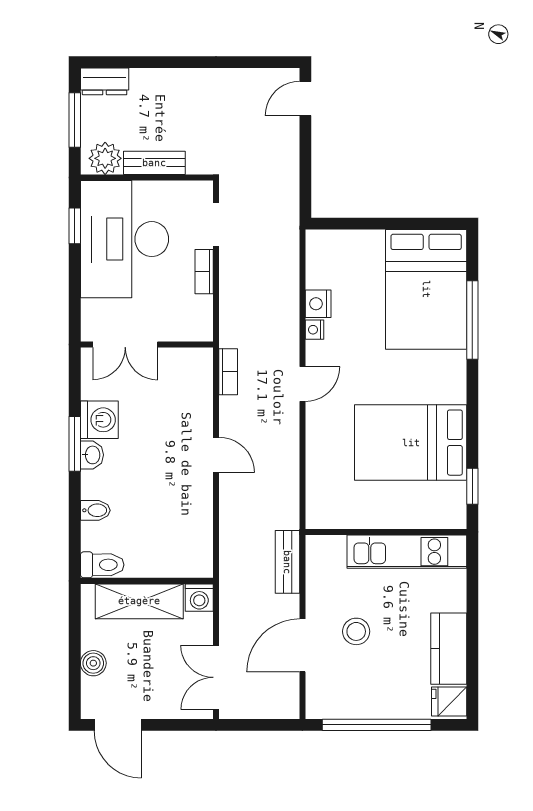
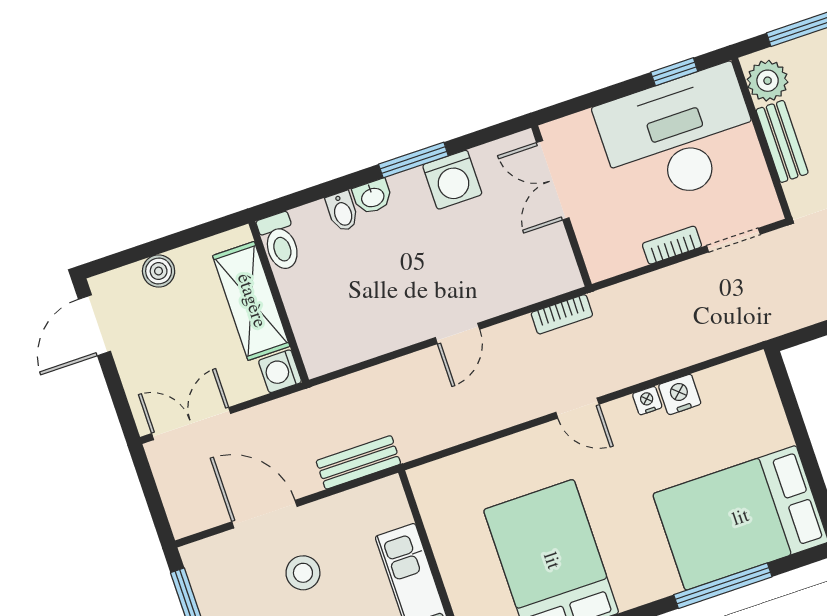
washbasin: (92, 455) -> (373, 197), moved

